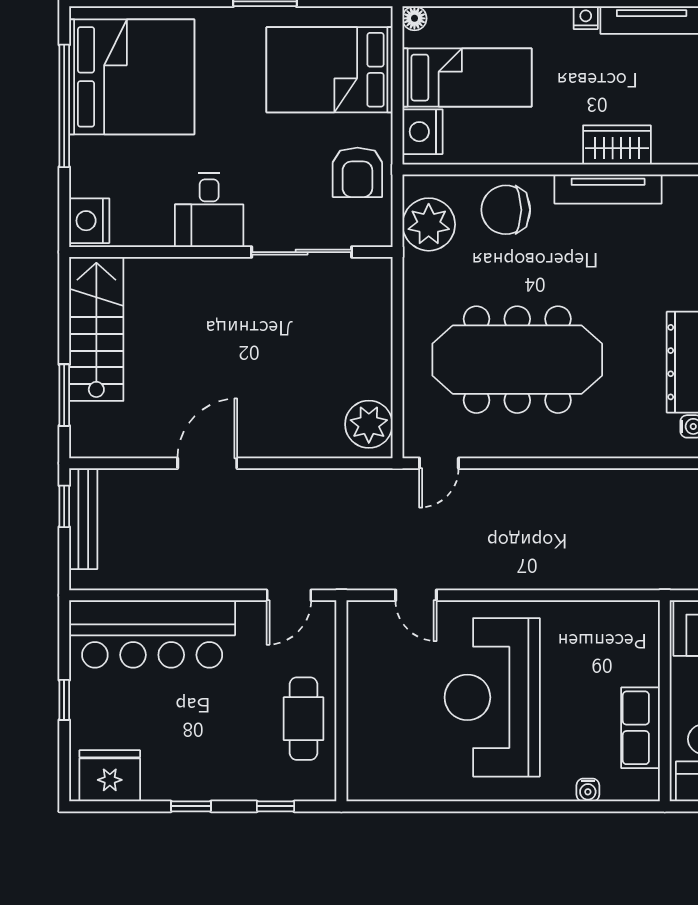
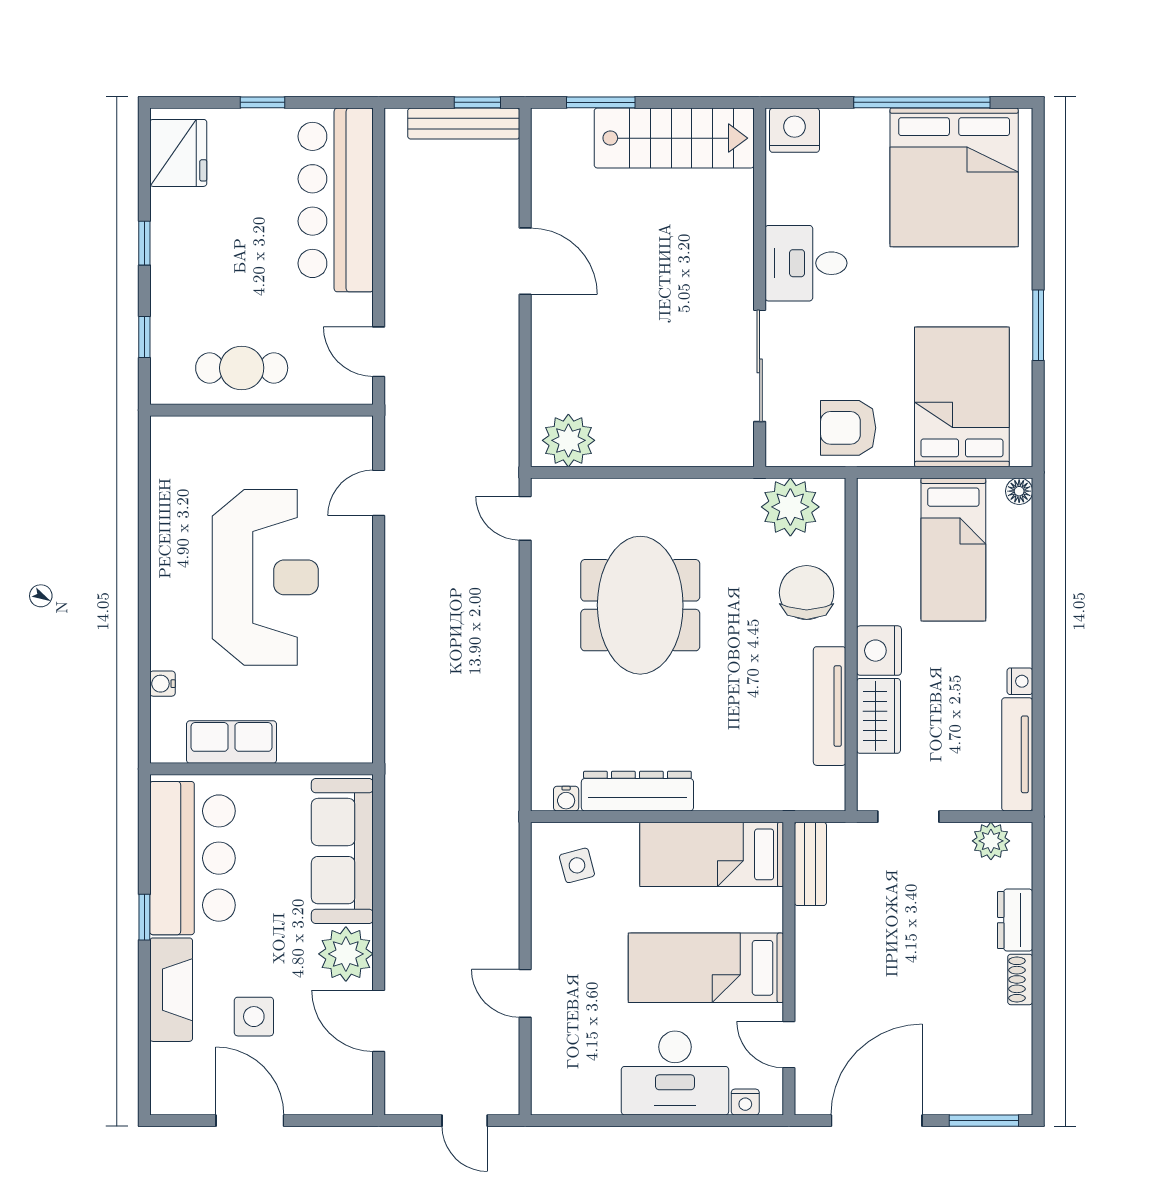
nightstand: (423, 132) -> (879, 651), moved, turned -90
meeting table: (517, 360) -> (640, 605), width x0.73
reception desk: (492, 697) -> (265, 577), turned 90

